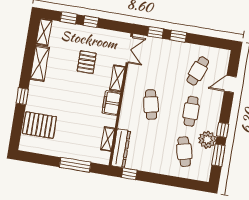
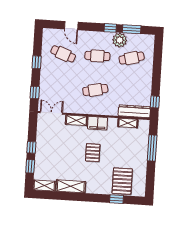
window: (178, 36) -> (37, 62), moved
pallet: (87, 62) -> (93, 153), moved, turned 90
window: (22, 96) -> (116, 199), moved

